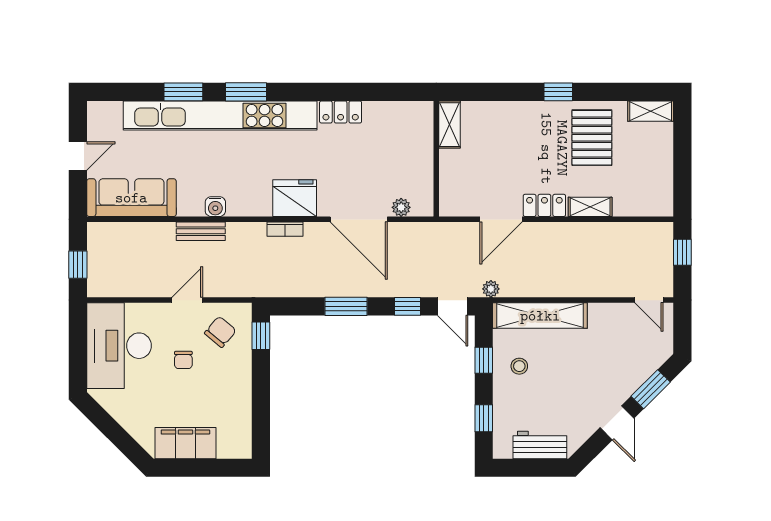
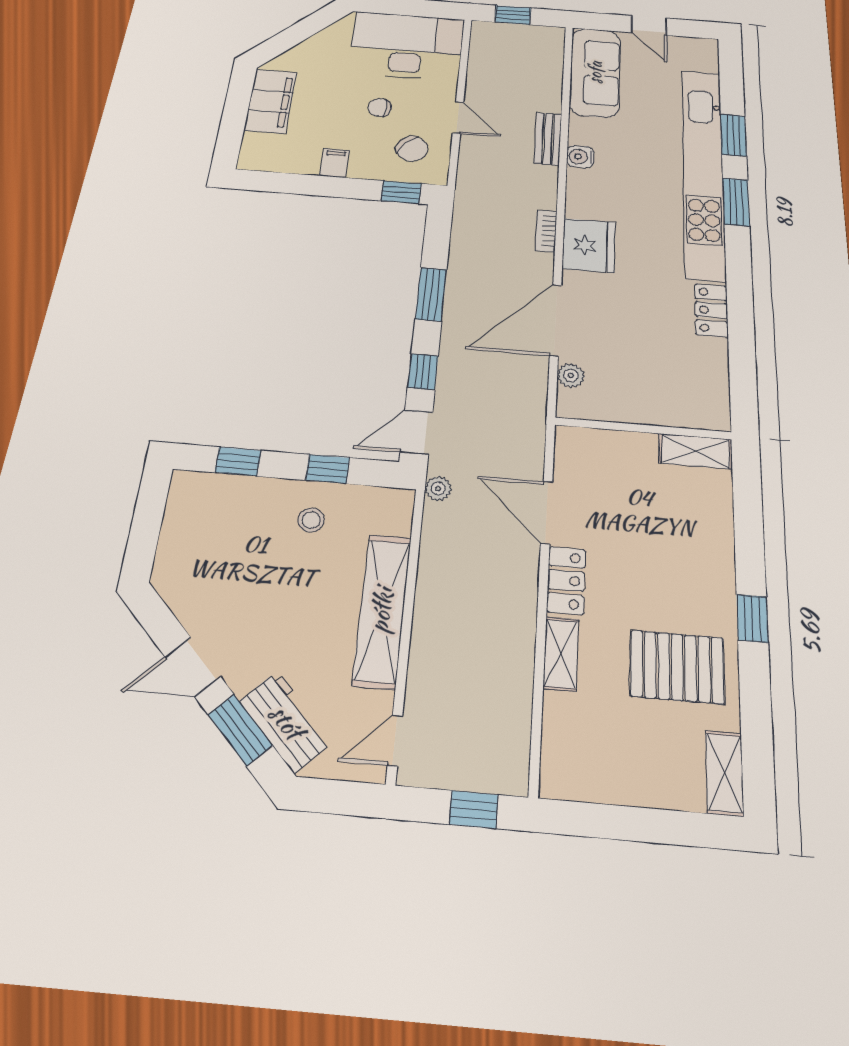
shelving: (540, 316) -> (382, 610), moved
filing cabinet: (239, 387) -> (335, 163), added
workbench: (540, 445) -> (286, 722), moved, turned -45

